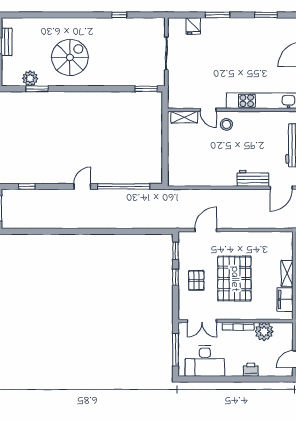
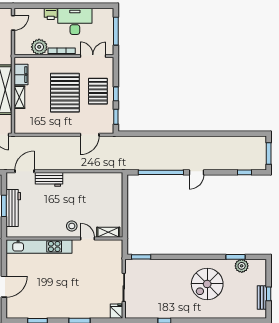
fridge: (193, 26) -> (117, 311), moved
pallet: (196, 280) -> (98, 91), width x1.50, depth x1.42
desk: (205, 361) -> (75, 21), moved

